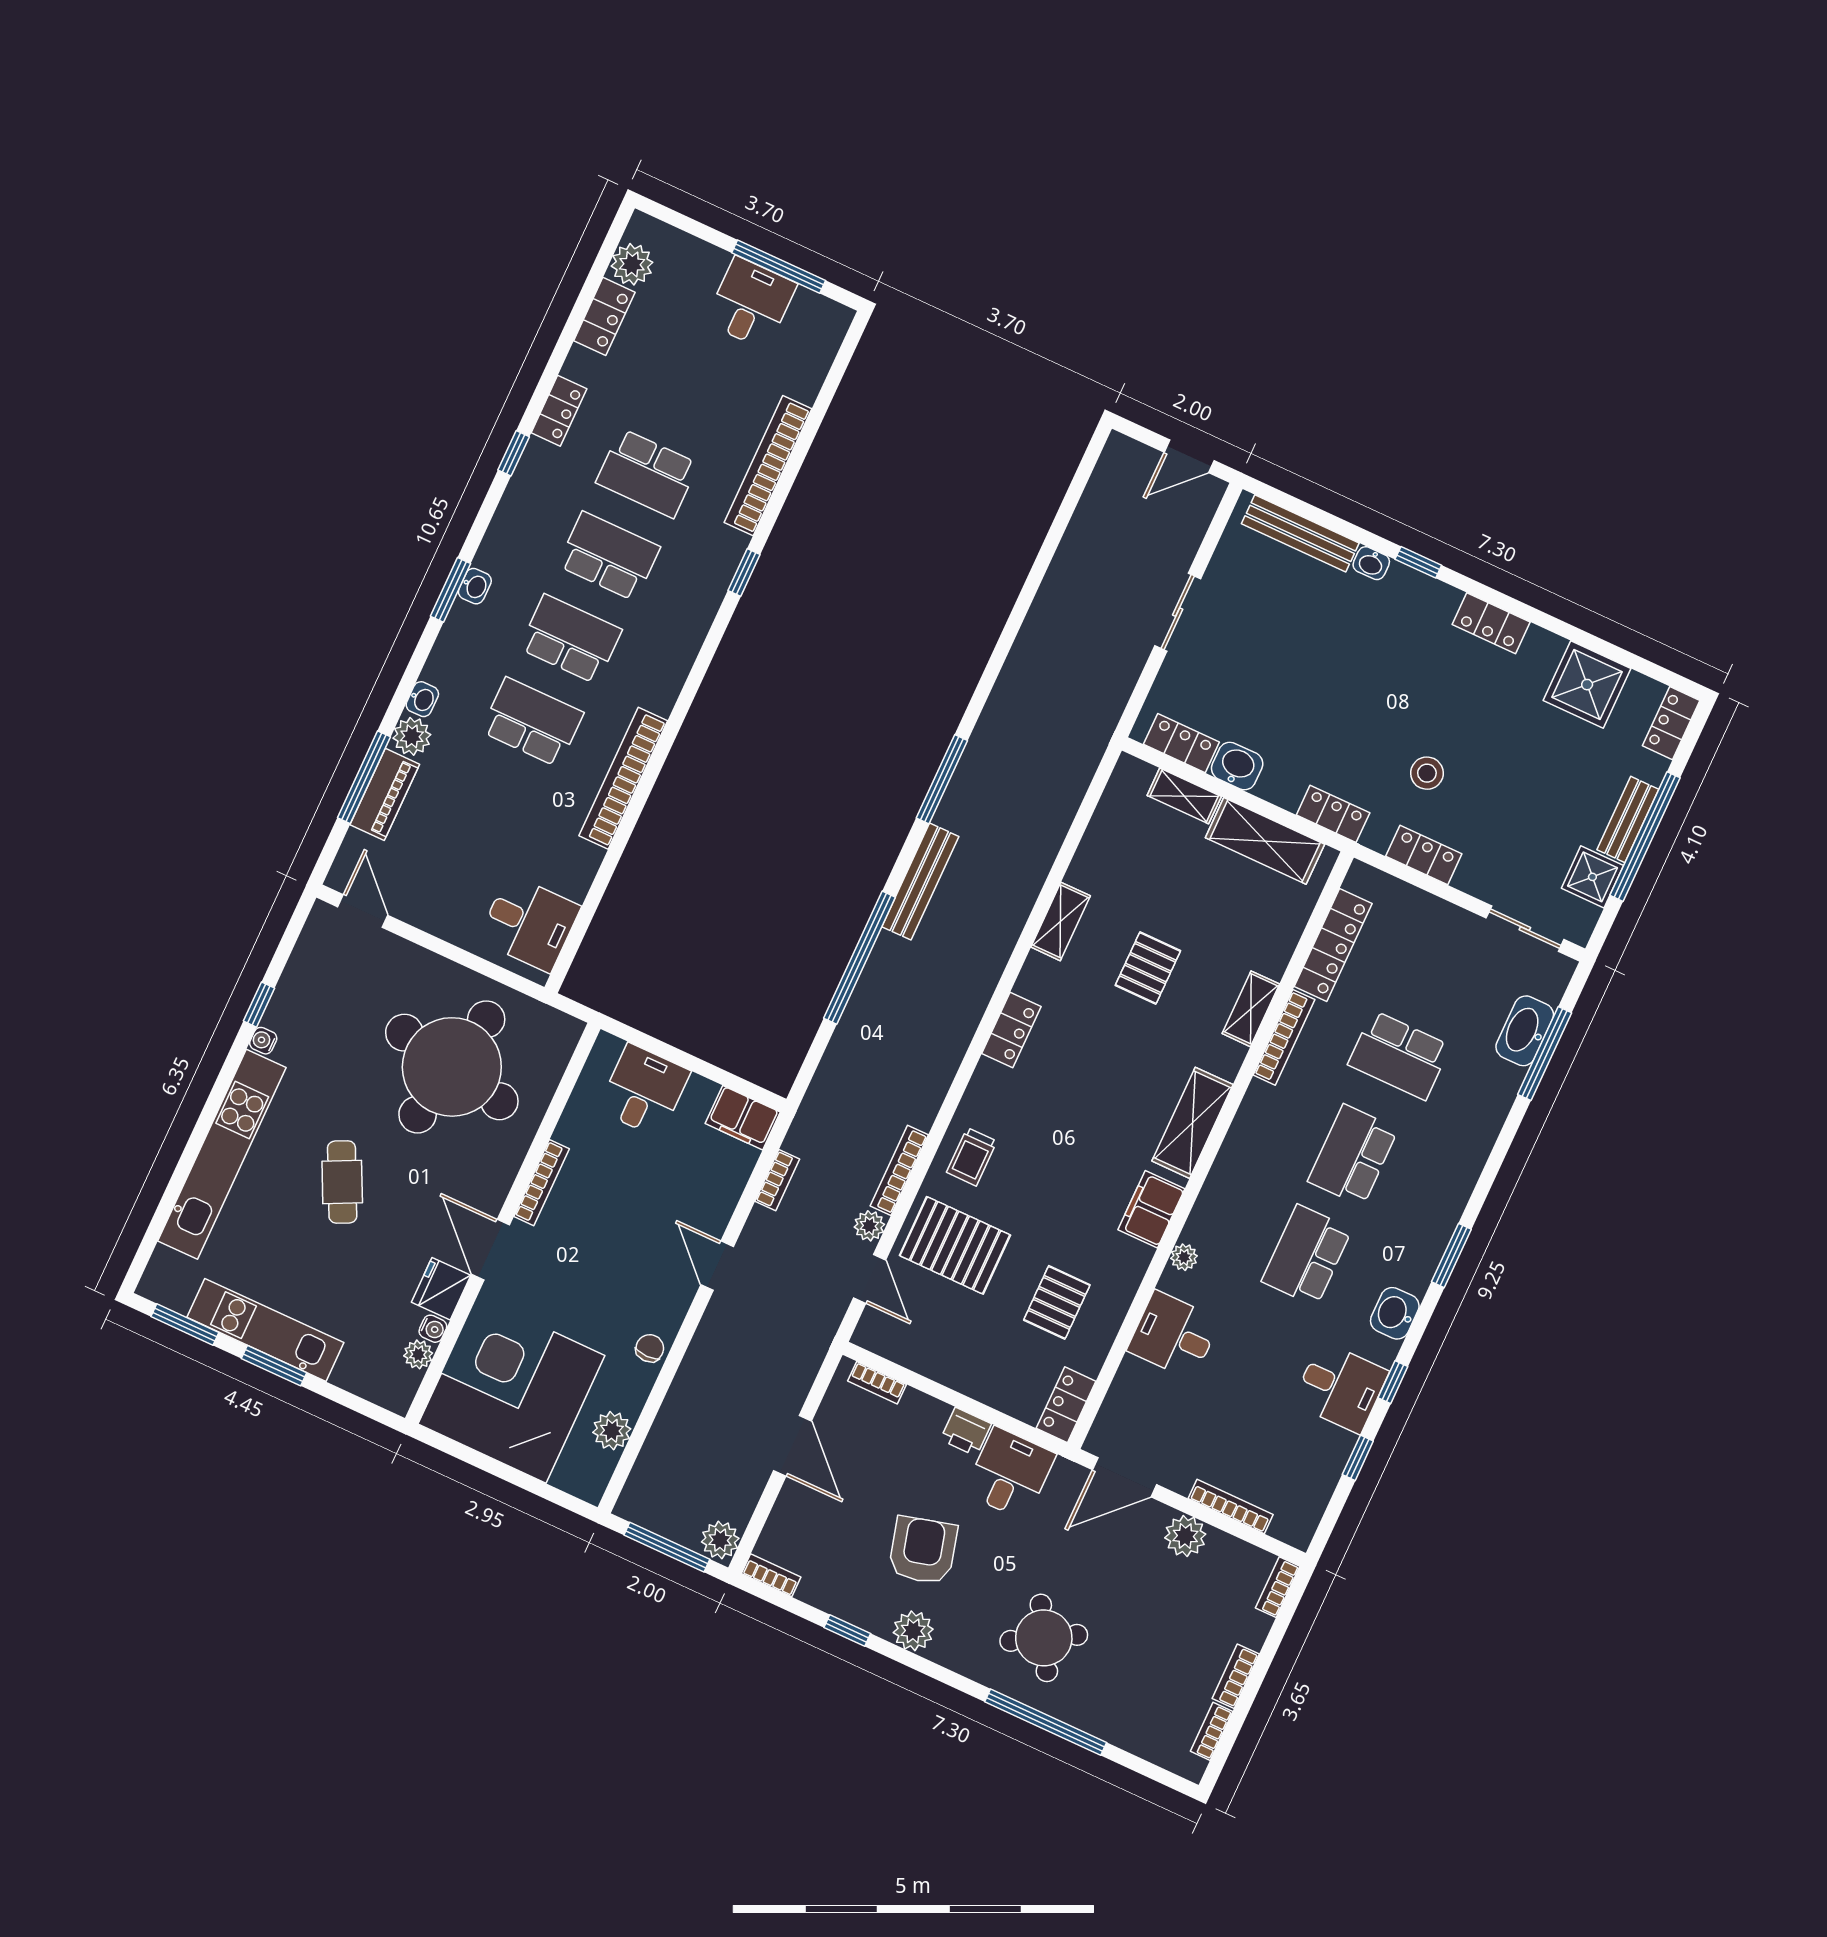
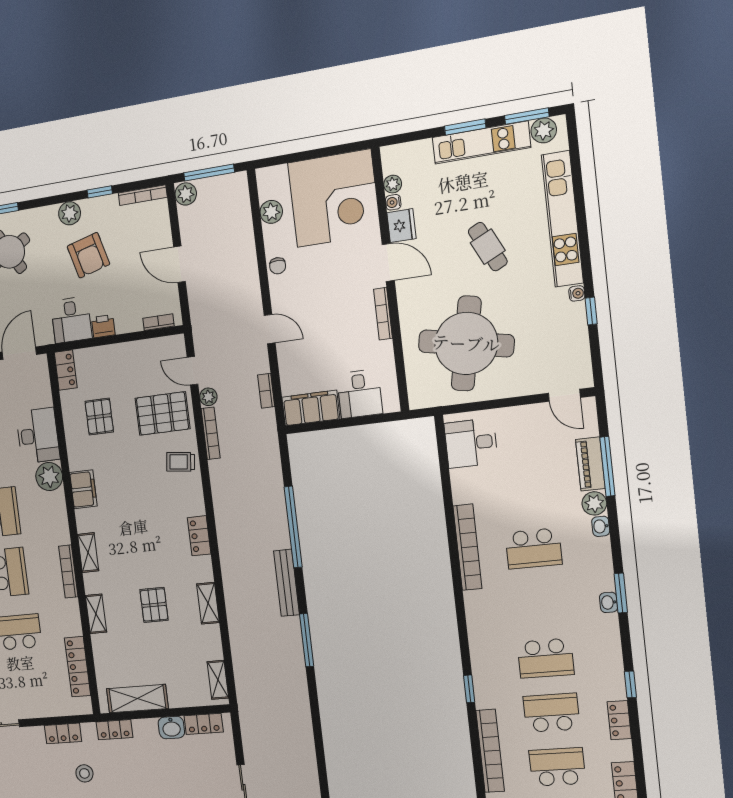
school desk: (571, 639) -> (557, 767), moved, turned 180
shelving: (1184, 796) -> (218, 680), moved, turned 90
bookcase: (1284, 1037) -> (68, 572), moved
filing cabinet: (743, 1118) -> (311, 408), width x1.50, depth x1.17
shelving: (1192, 1123) -> (88, 553), width x0.67, depth x0.75
trolley: (972, 1157) -> (181, 462), turned -83
plant: (1184, 1257) -> (49, 477), width x1.87, depth x1.87
plant: (175, 1290) -> (544, 130), added
desk: (1174, 1335) -> (38, 436), width x1.37
bookcase: (771, 1575) -> (143, 195), width x1.56

